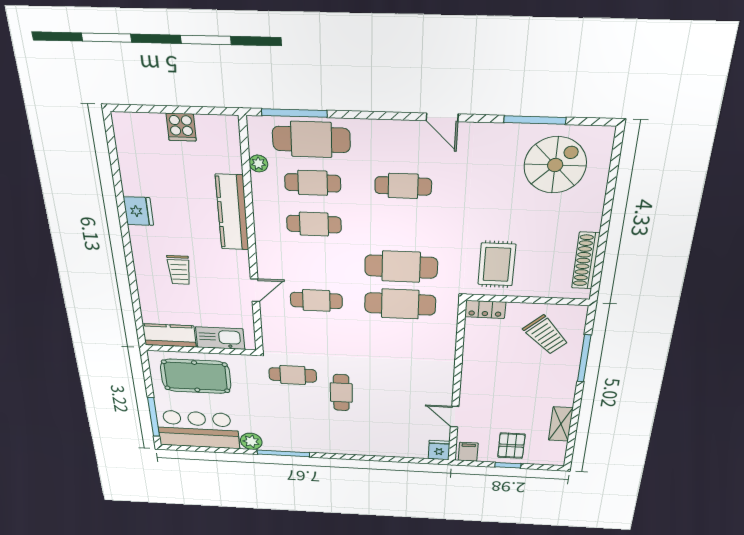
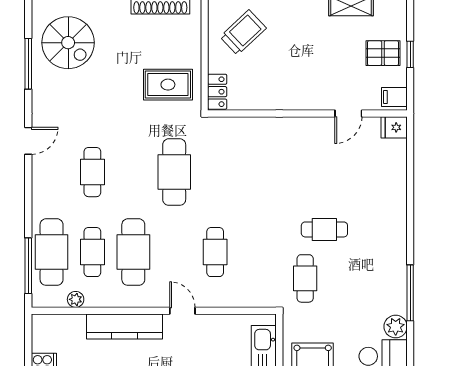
spiral stairs: (555, 165) -> (68, 43), turned 180
cafe table: (314, 224) -> (133, 252), width x1.37, depth x1.35
door: (255, 290) -> (182, 311), moved
cafe table: (400, 304) -> (215, 172), removed

